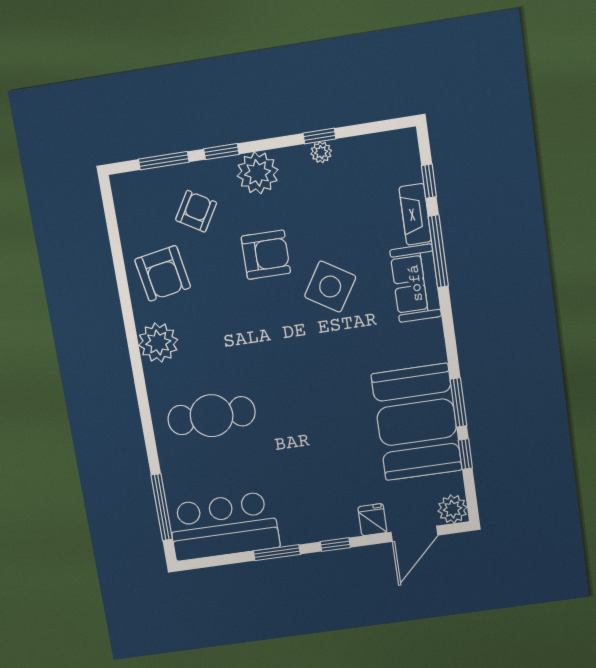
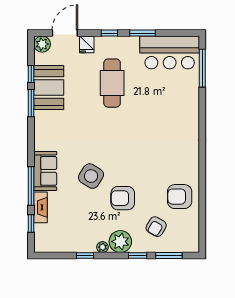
plant: (321, 152) -> (102, 247), moved
armchair: (163, 273) -> (180, 197), turned -80
plant: (158, 343) -> (188, 160), removed
cafe table: (212, 416) -> (112, 83), moved, turned 90
booth: (417, 422) -> (49, 88), width x0.73, depth x0.70

